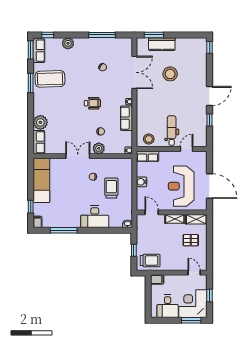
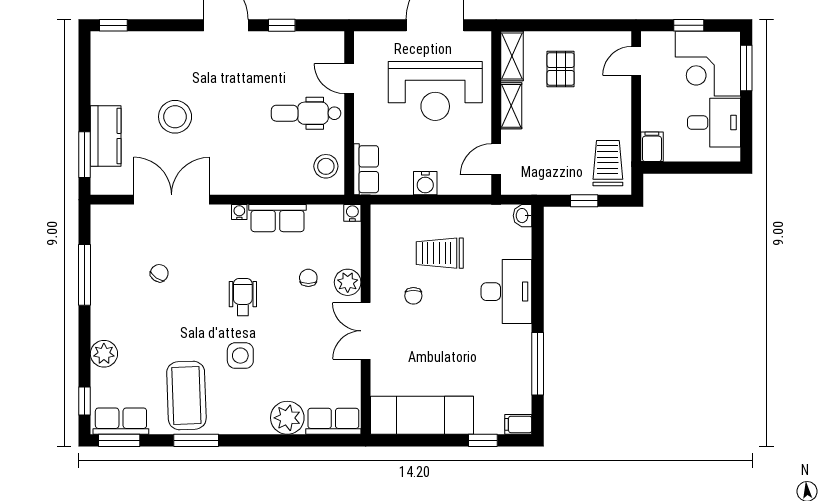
side table: (67, 102) -> (240, 356), added

